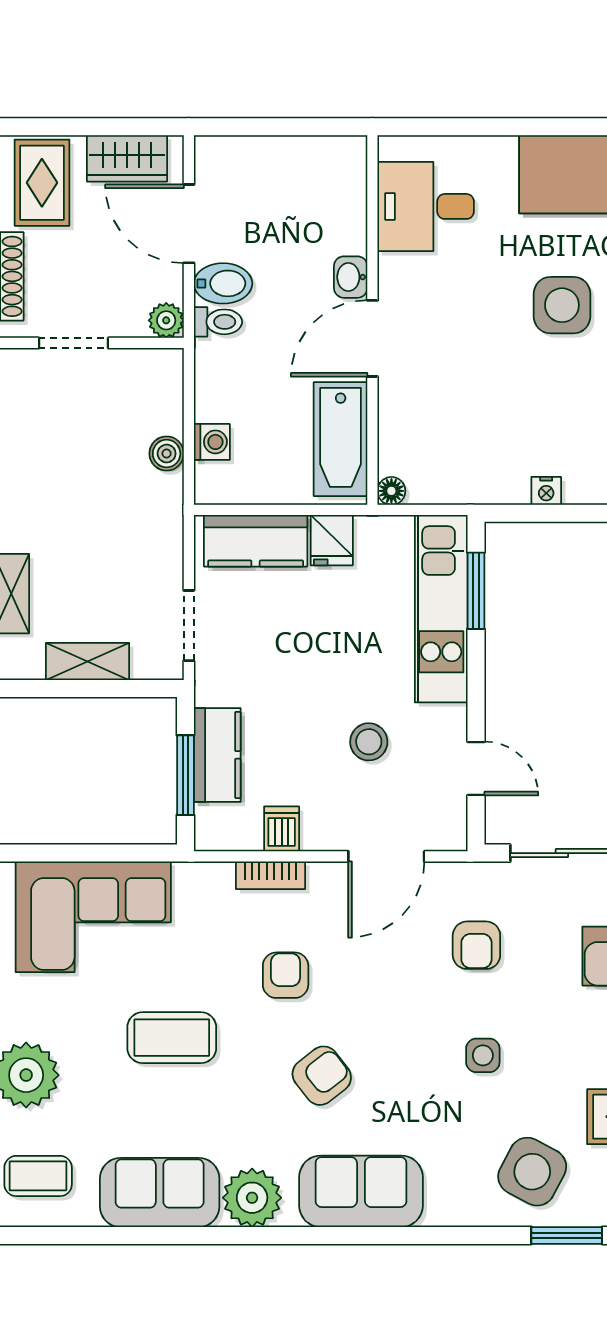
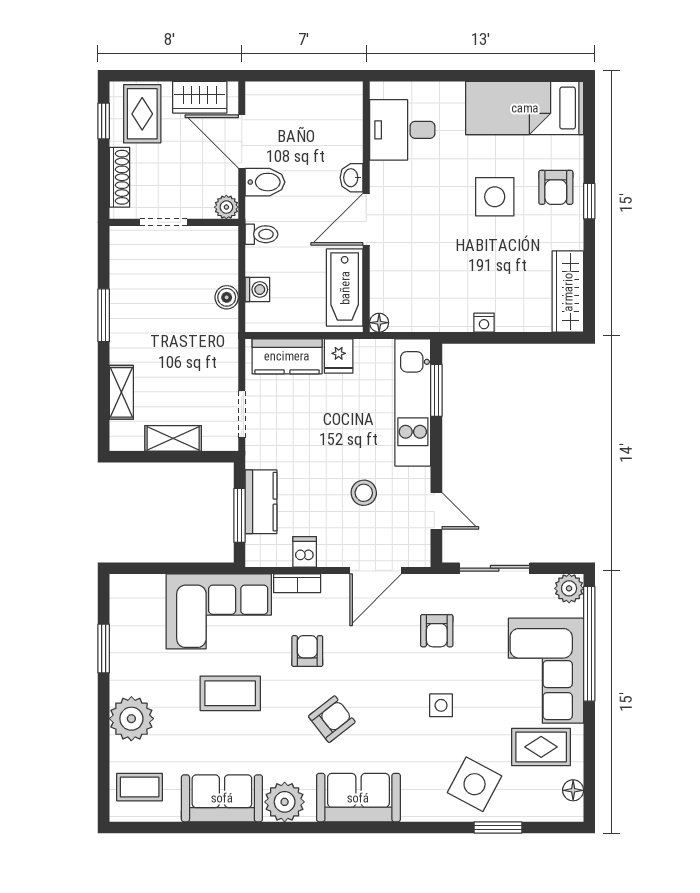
toilet: (218, 322) -> (261, 234), moved
corner sofa: (93, 917) -> (219, 611), moved

